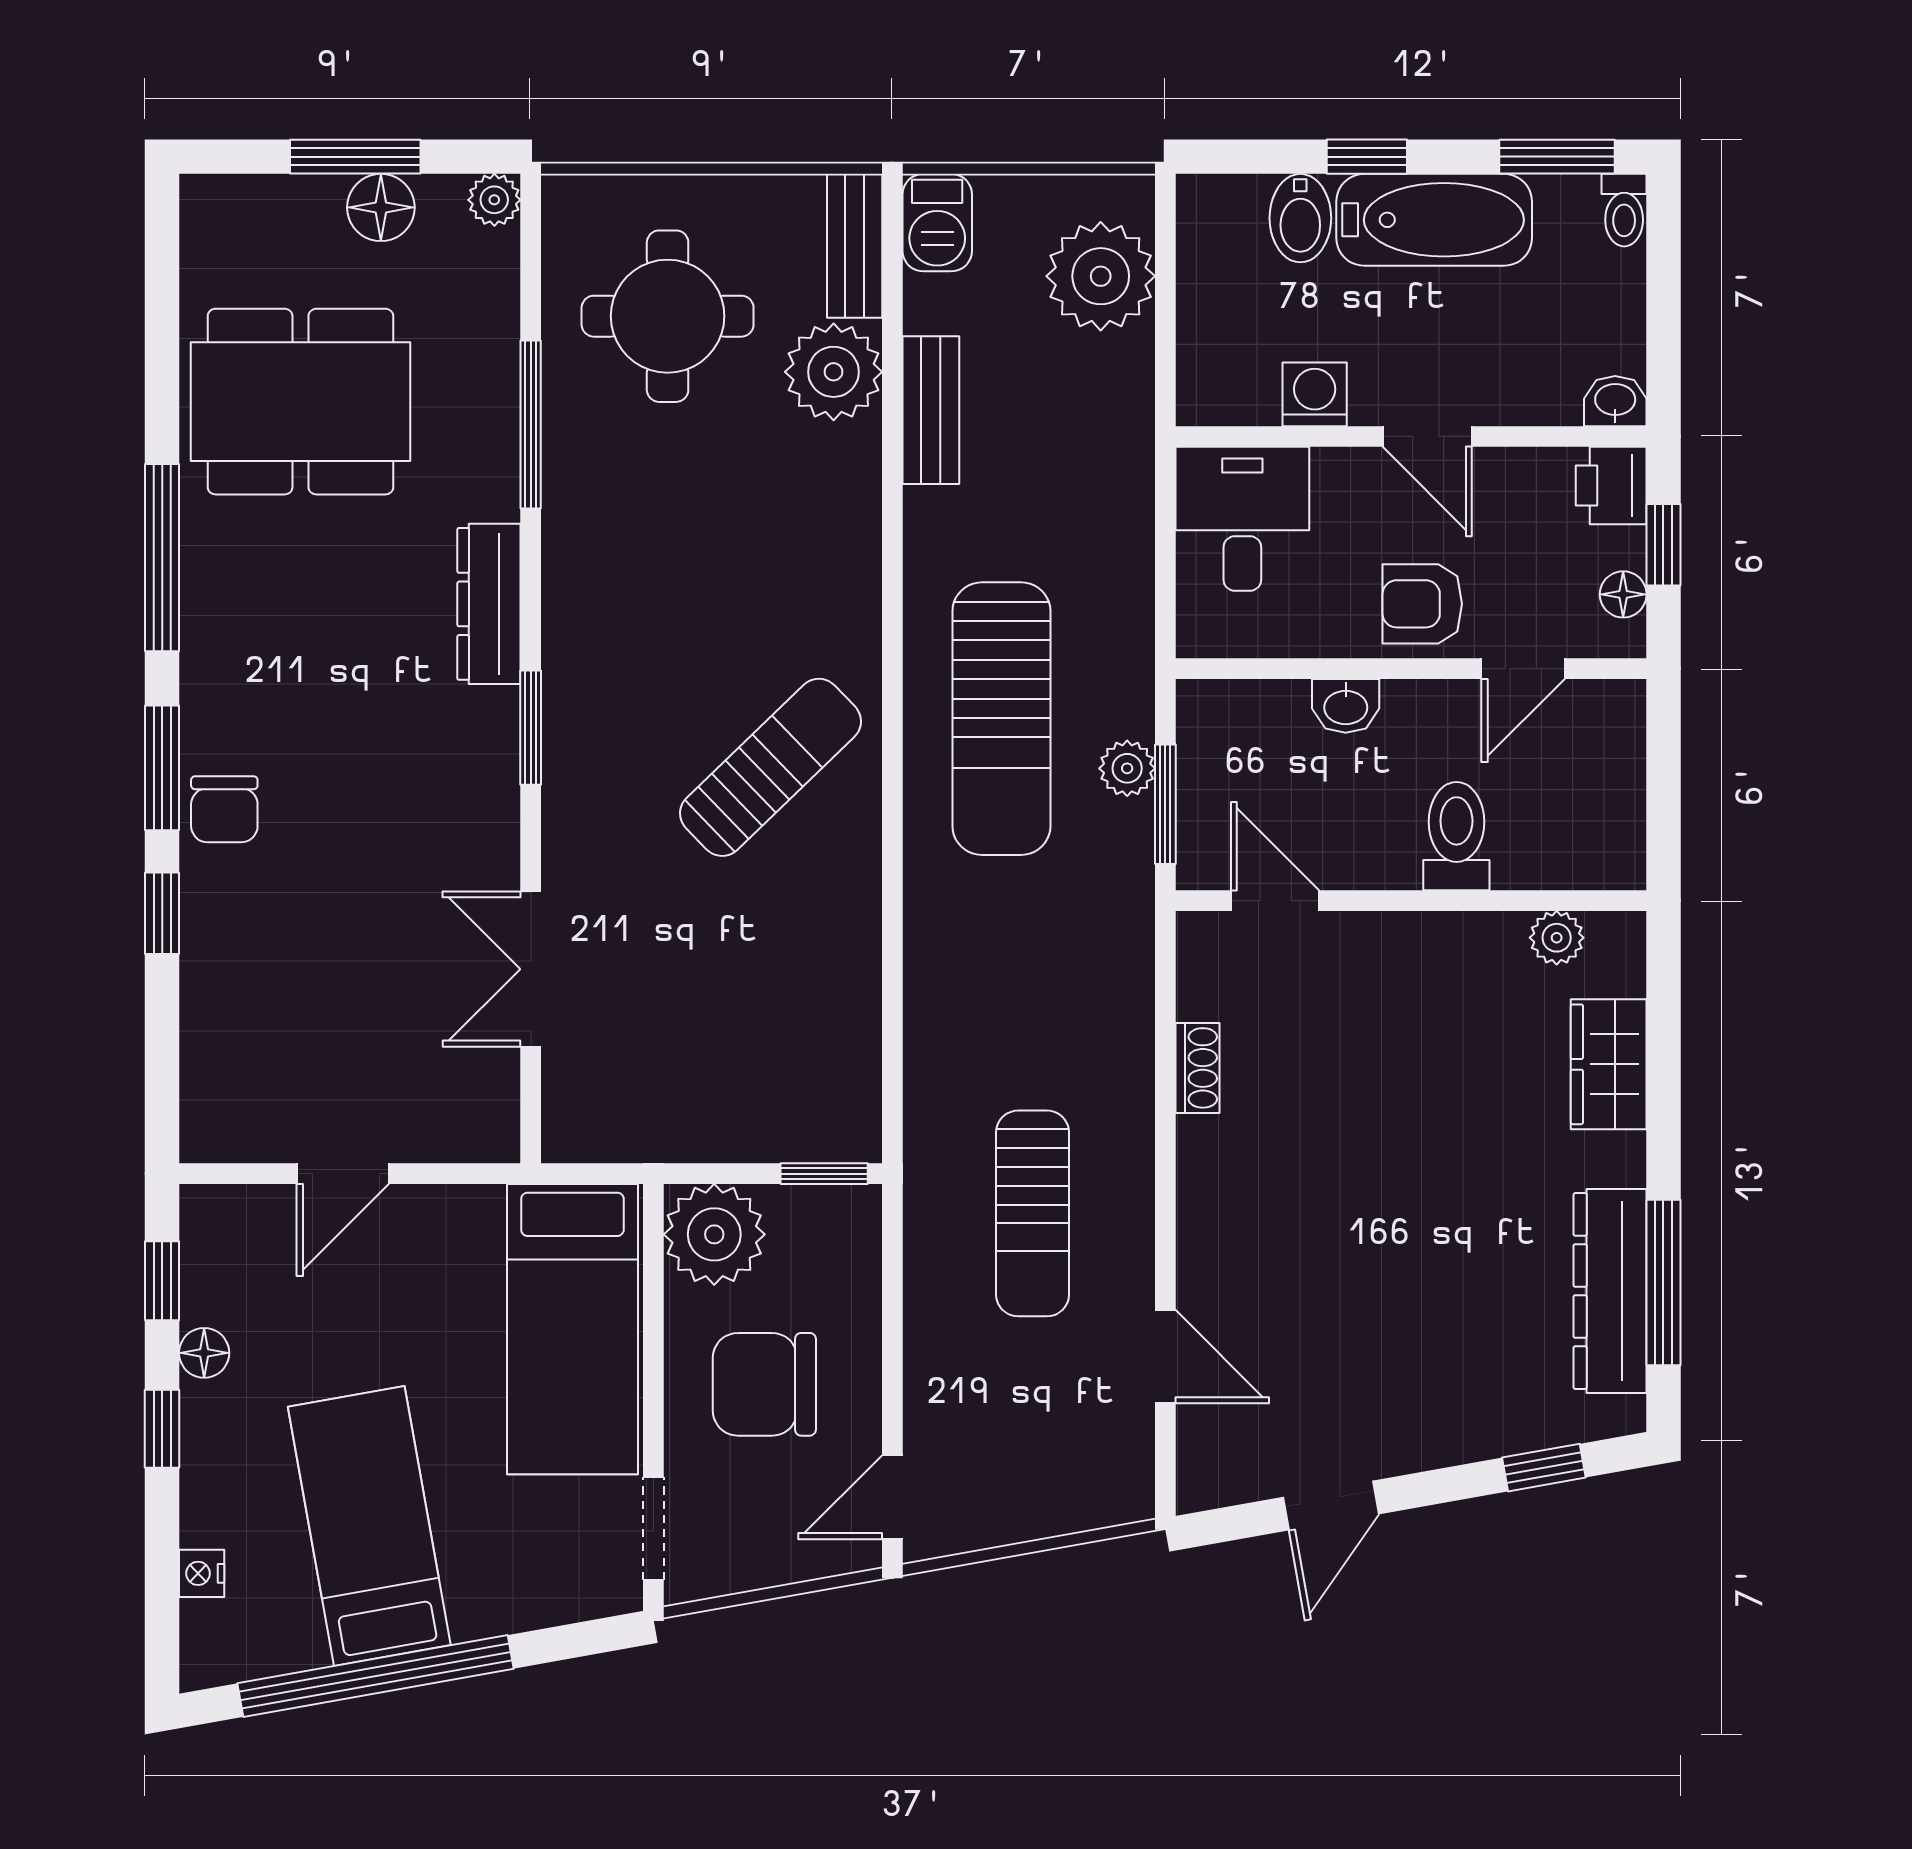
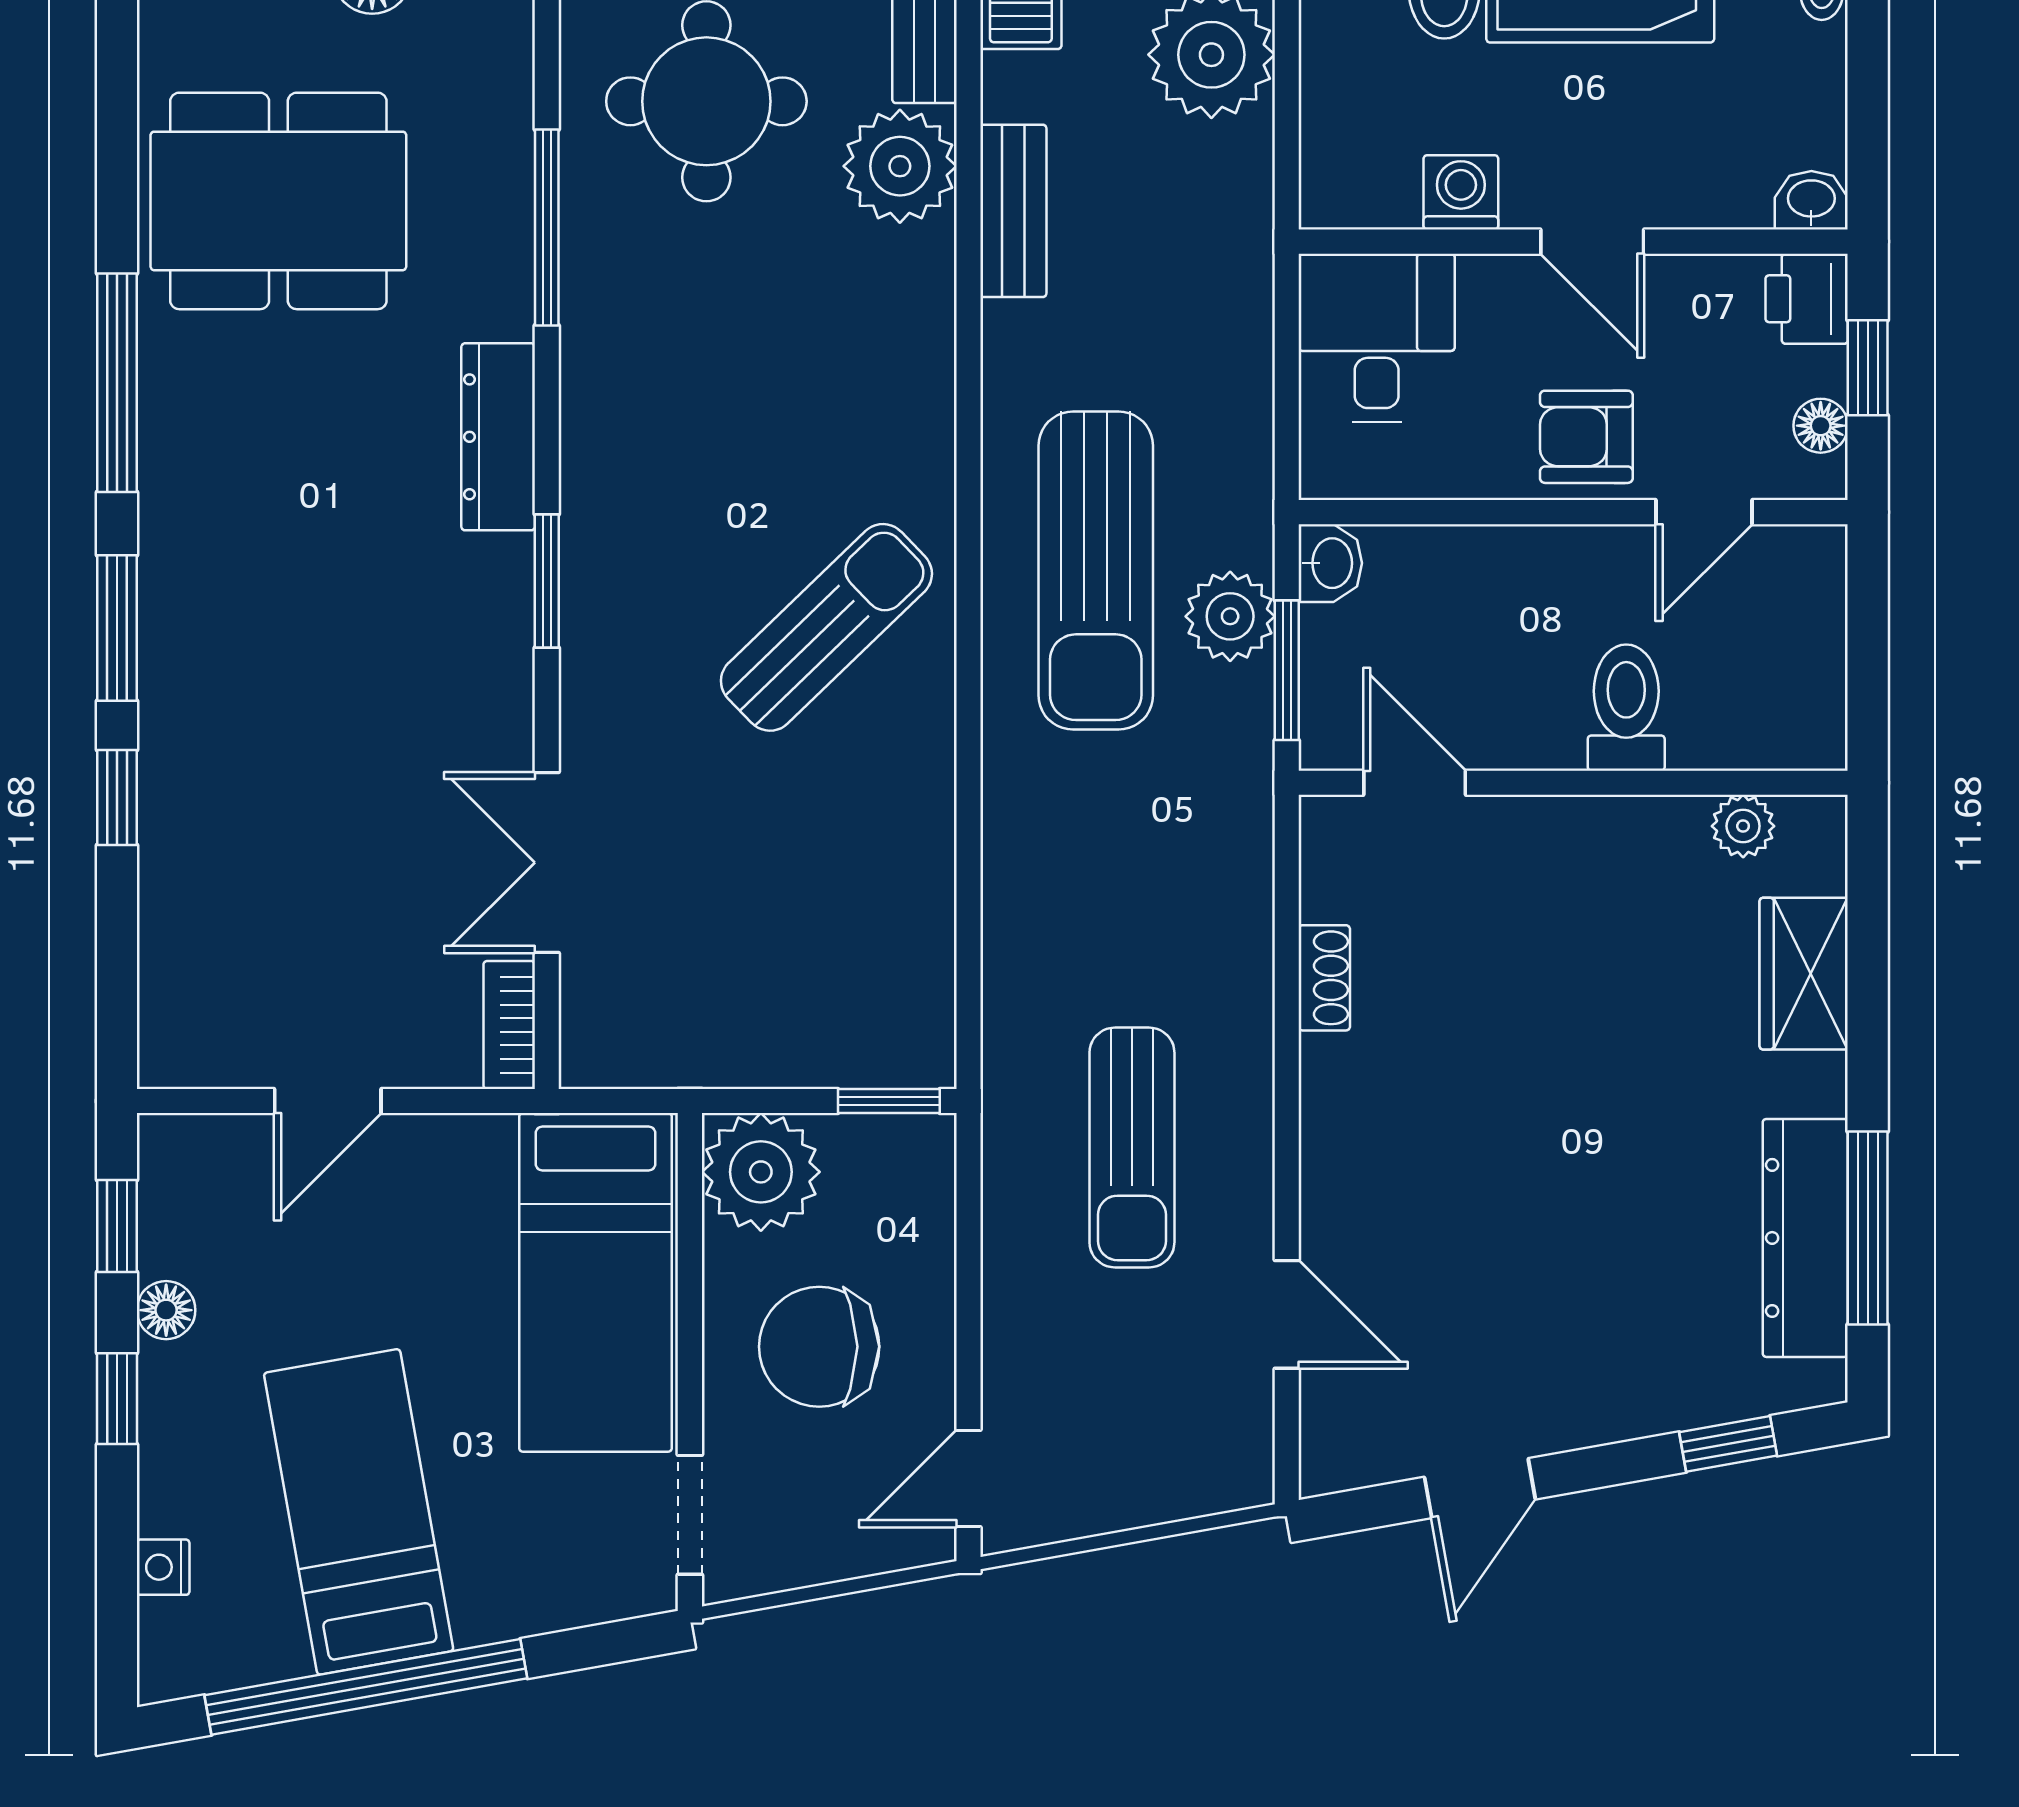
washbasin: (1346, 706) -> (1330, 563), moved, turned -90
plant: (1127, 768) -> (1230, 616), width x1.38, depth x1.38
chair: (224, 809) -> (190, 676), removed
bookcase: (498, 1108) -> (509, 1025), added

